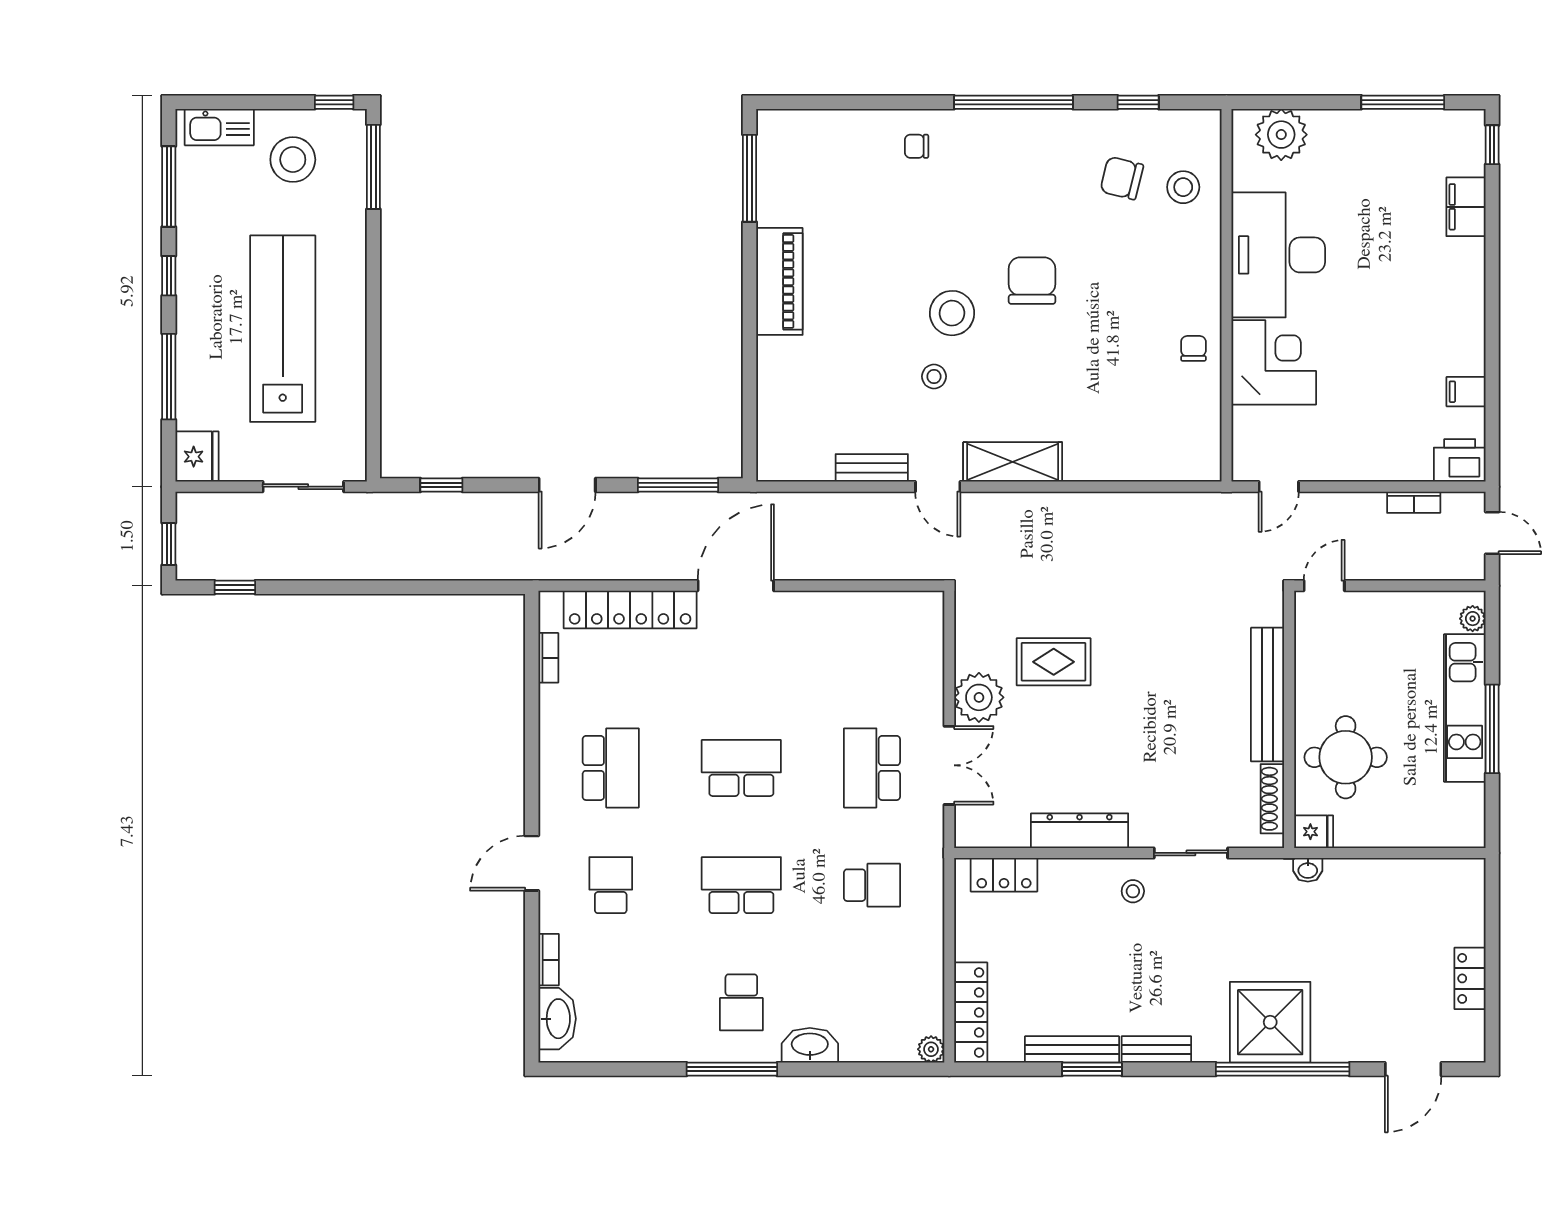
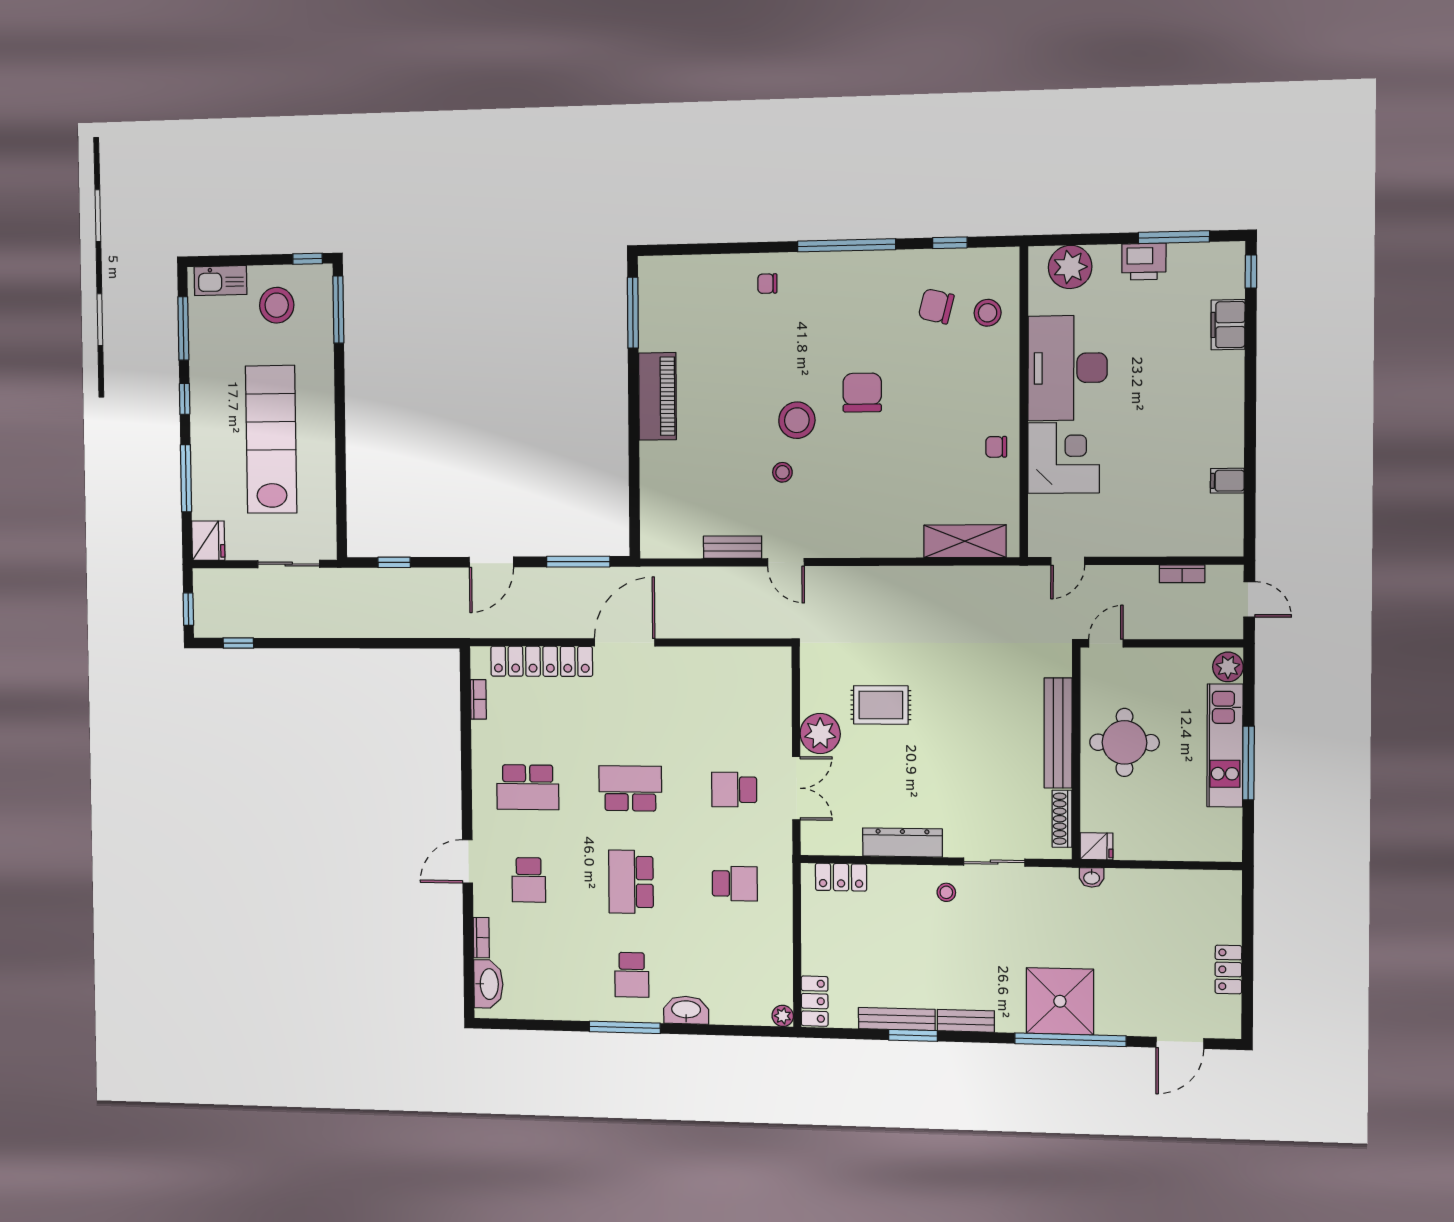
chair: (1193, 348) -> (996, 447), turned -90
printer: (1460, 460) -> (1144, 262), moved, turned 180
shelving: (1013, 462) -> (965, 541), moved
plant: (1473, 619) -> (1228, 667), width x1.38, depth x1.38
round table: (1346, 757) -> (1124, 742), moved
school desk: (611, 768) -> (528, 787), turned 90
school desk: (872, 768) -> (734, 790), width x0.54
school desk: (611, 885) -> (529, 880), turned 180
school desk: (741, 885) -> (631, 882), turned -90
locker: (971, 1012) -> (815, 1001), width x0.66

